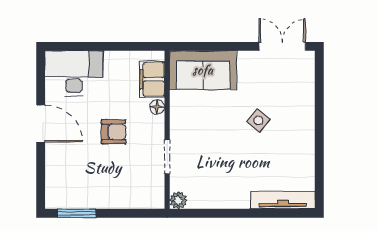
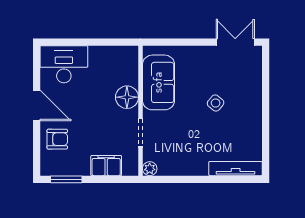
sofa: (203, 70) -> (158, 82), moved, turned -90
filing cabinet: (152, 79) -> (106, 166), moved, turned 90
floor lamp: (157, 107) -> (127, 97), width x1.89, depth x1.89
armchair: (114, 132) -> (57, 139), moved

